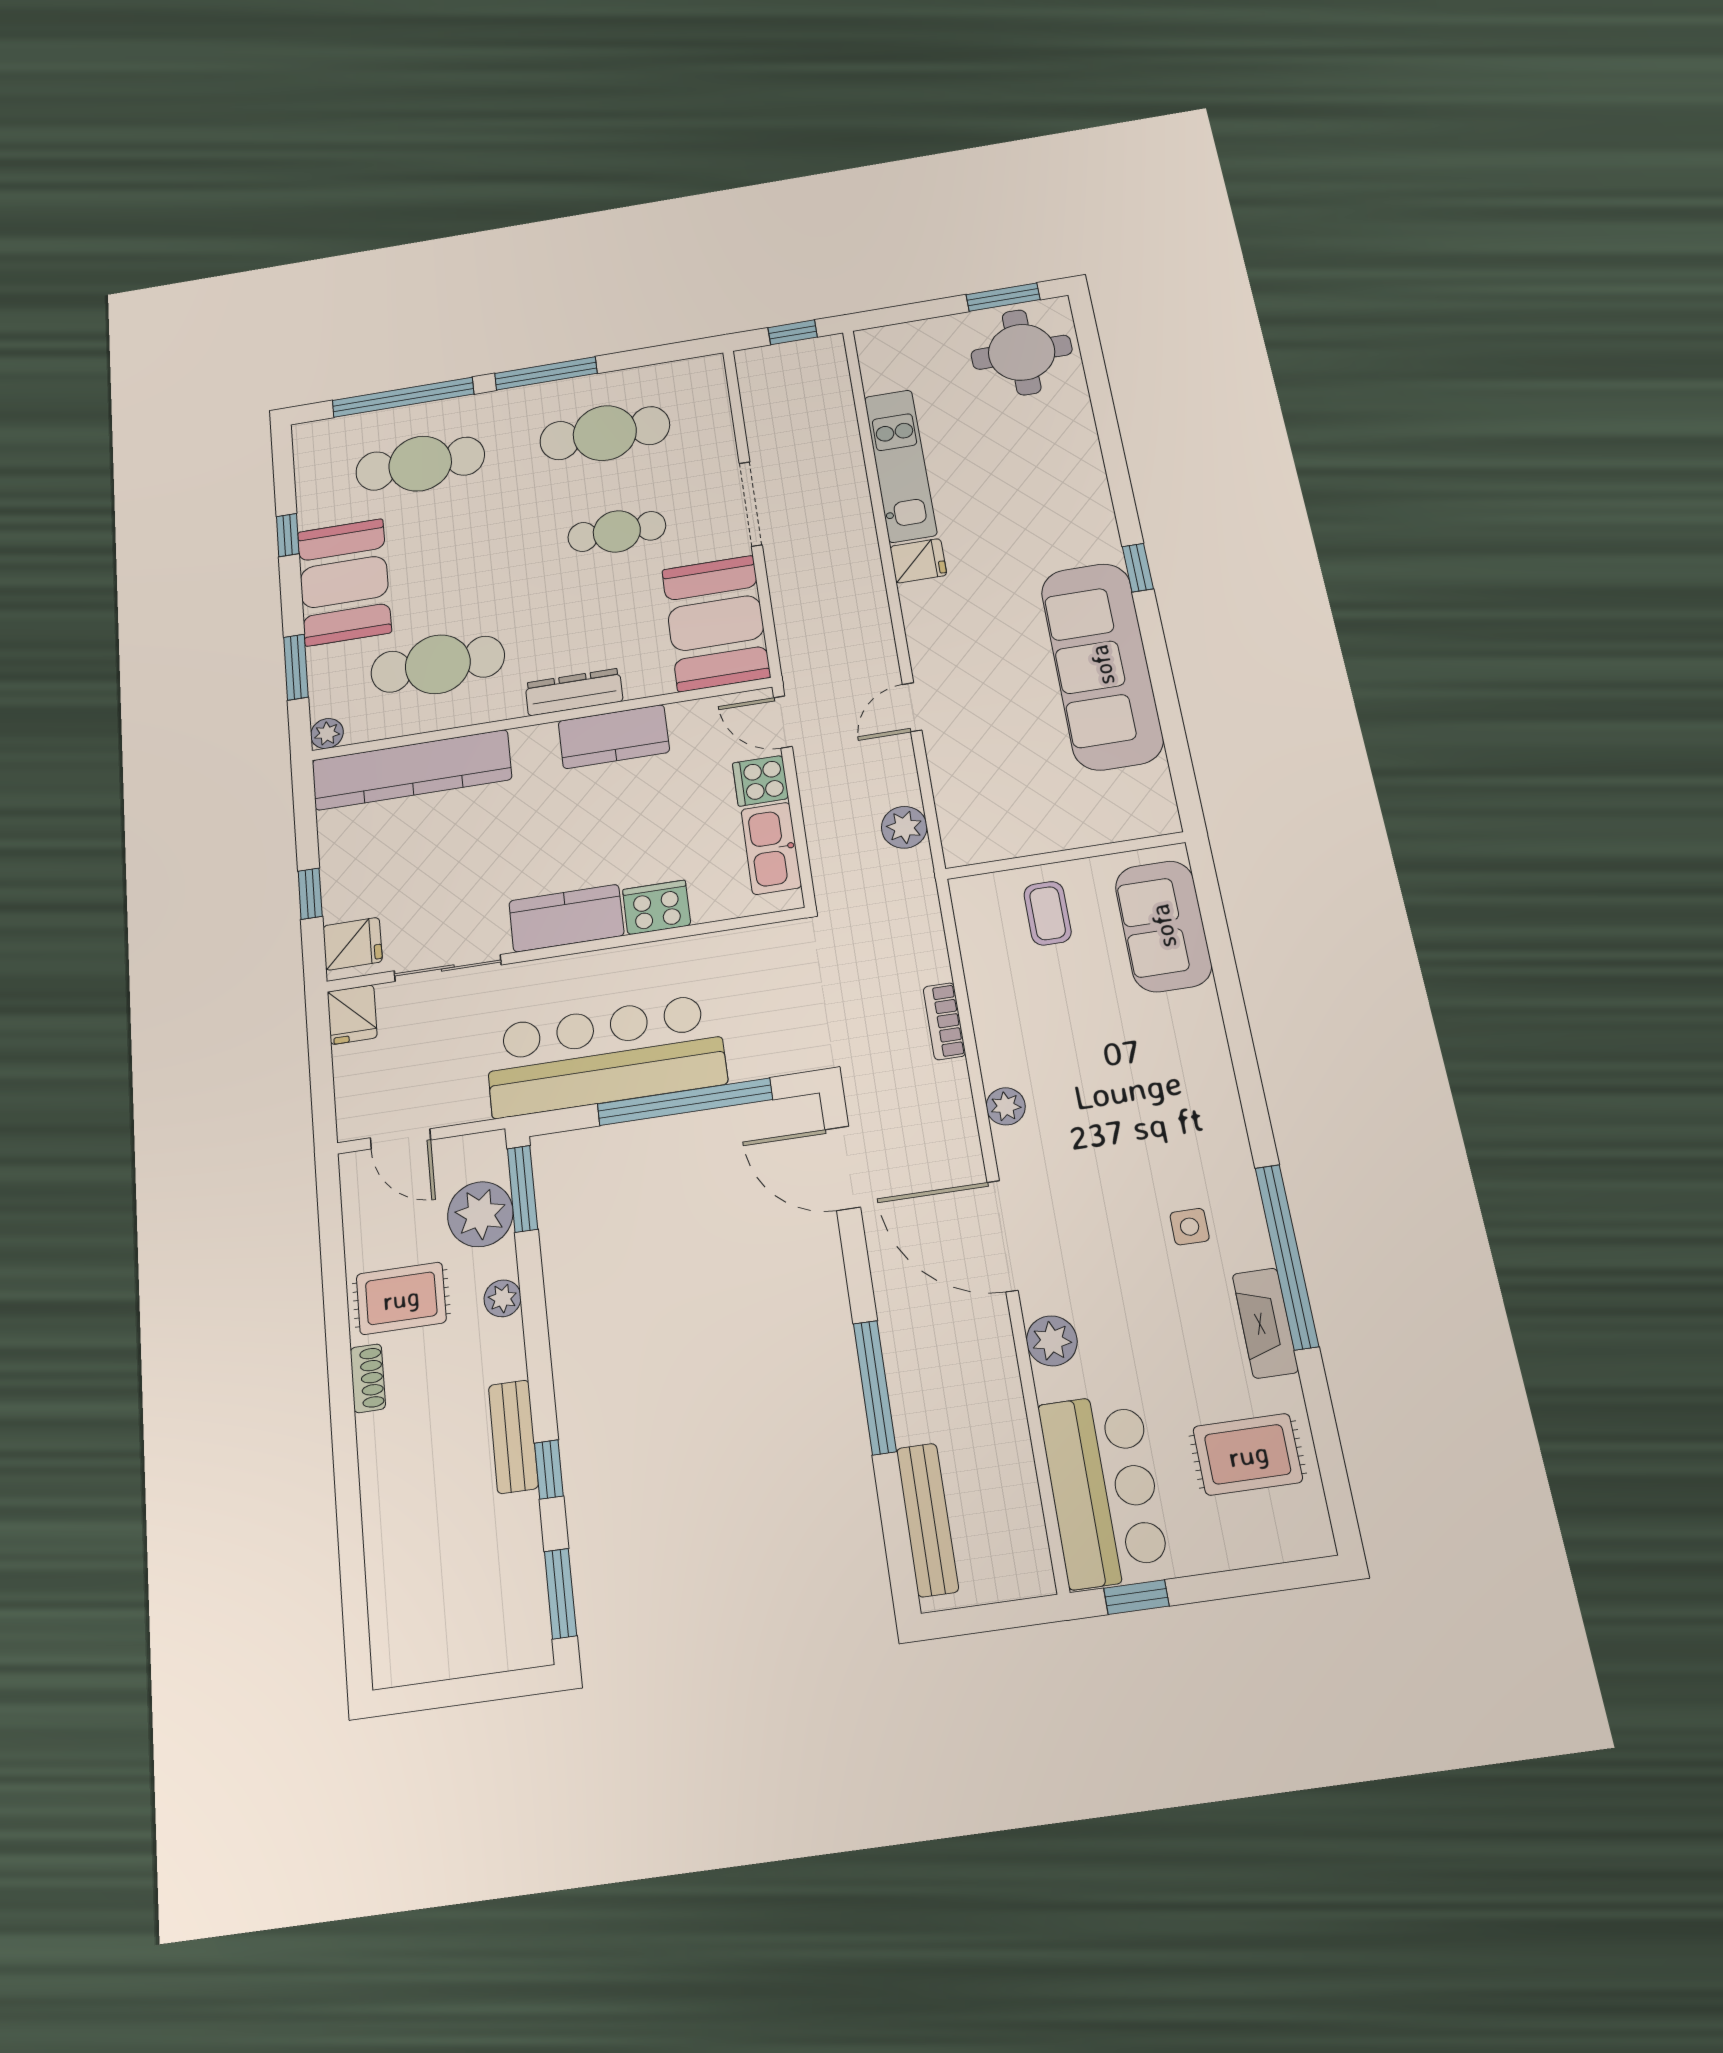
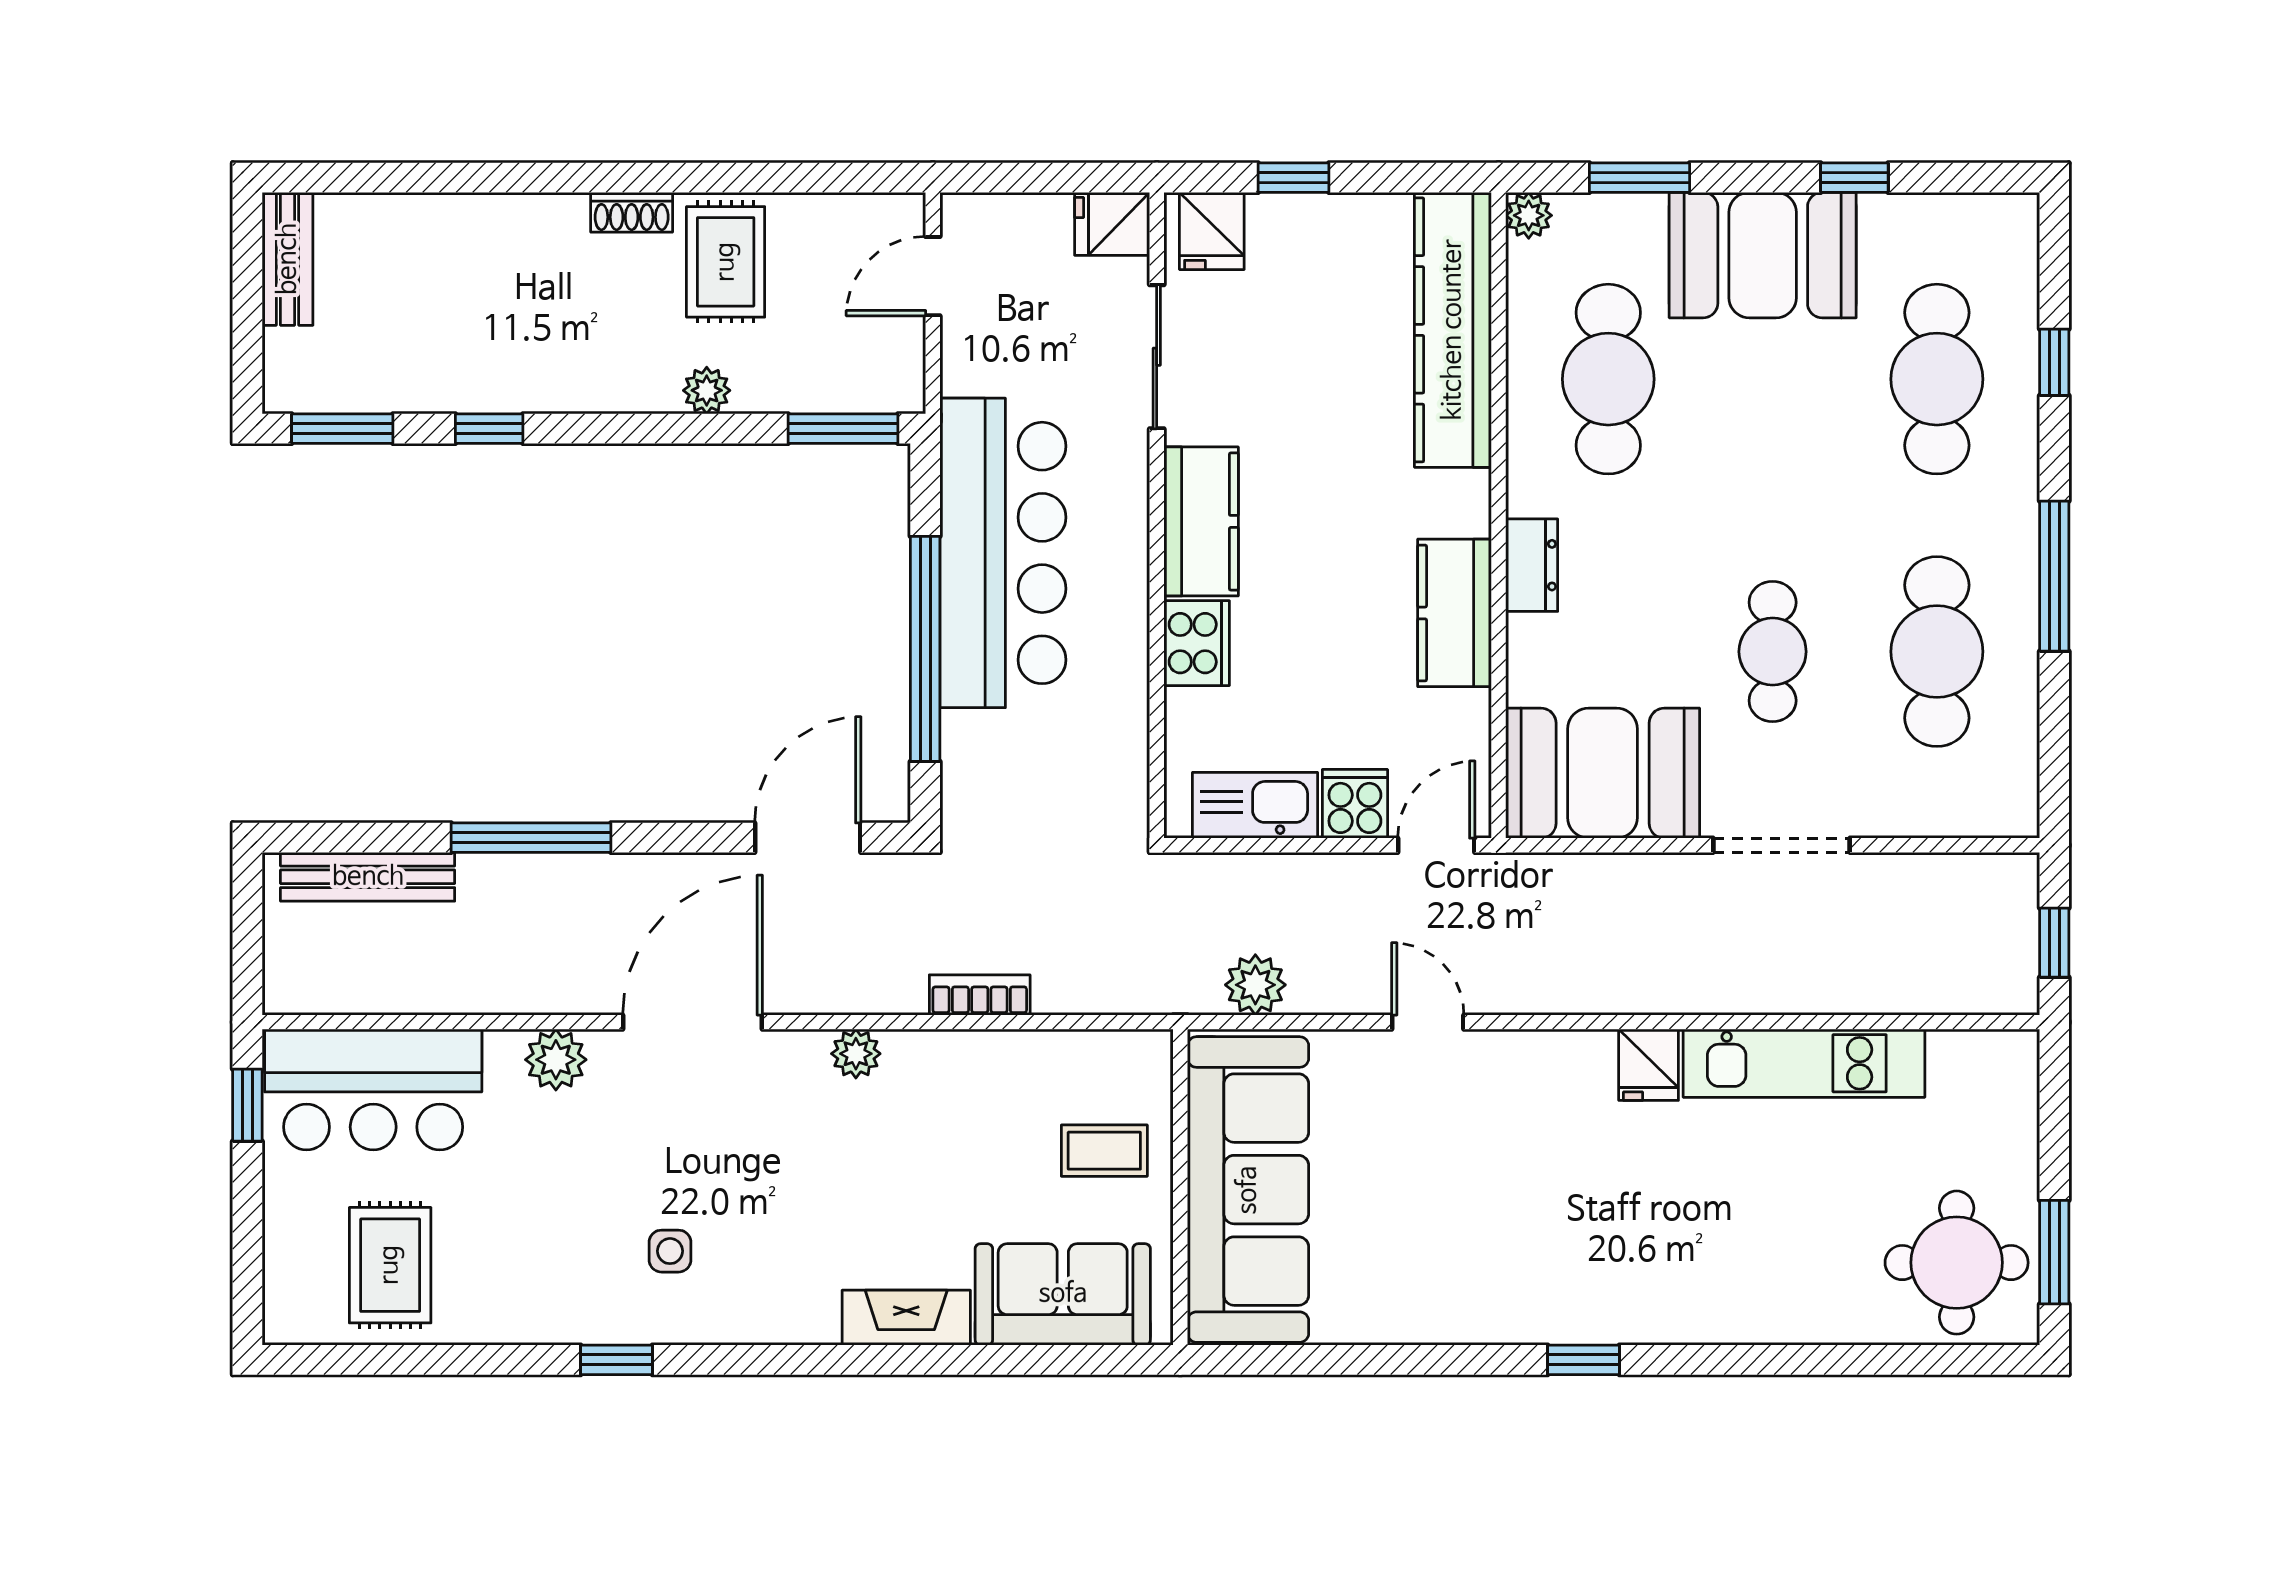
window: (403, 397) -> (2054, 362), width x0.32
sofa: (1102, 665) -> (1248, 1190), moved, turned 90
dresser: (574, 692) -> (1532, 565), width x0.70
plant: (480, 1214) -> (818, 372), removed
window: (1287, 1256) -> (617, 1360), width x0.32
fireplace: (1265, 1323) -> (906, 1318), moved
bench: (513, 1437) -> (288, 259), moved, turned 90

